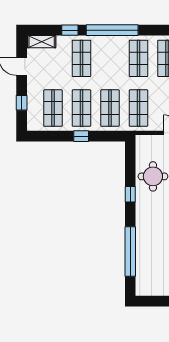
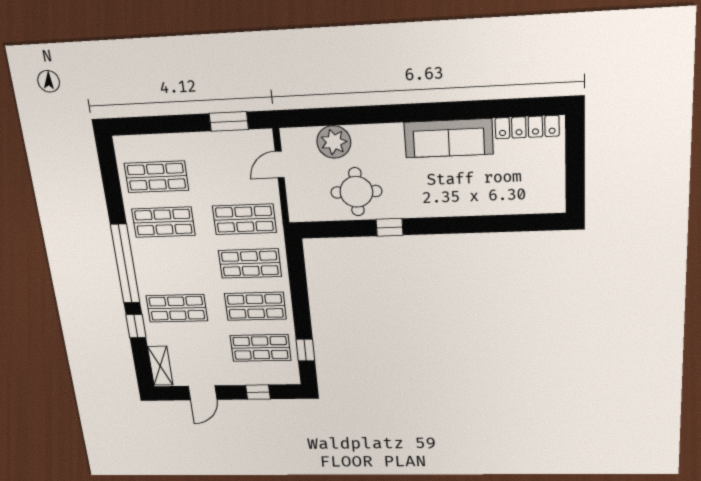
window: (81, 136) -> (305, 350), moved
window: (130, 252) -> (488, 224), removed

